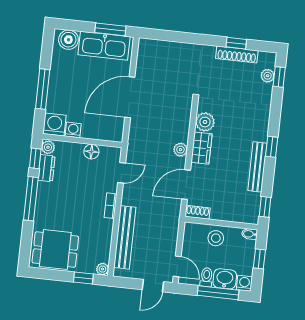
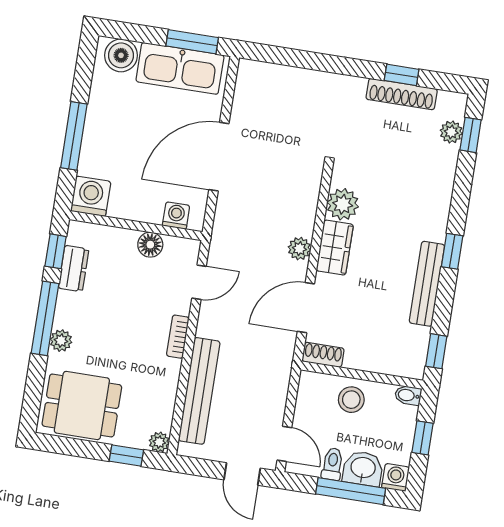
washing machine: (73, 130) -> (176, 215), moved
plant: (48, 147) -> (61, 341), moved
door: (153, 286) -> (242, 474), hinge flipped

